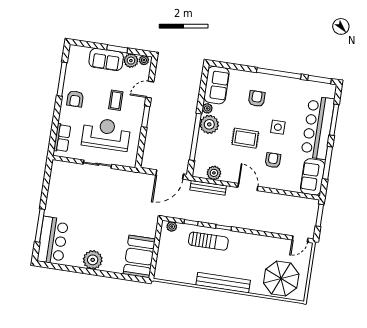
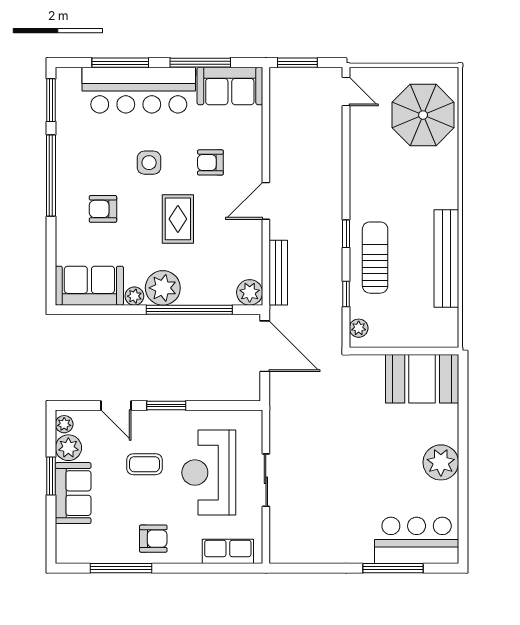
plant: (214, 173) -> (250, 292), moved
bench: (223, 283) -> (446, 259), moved

